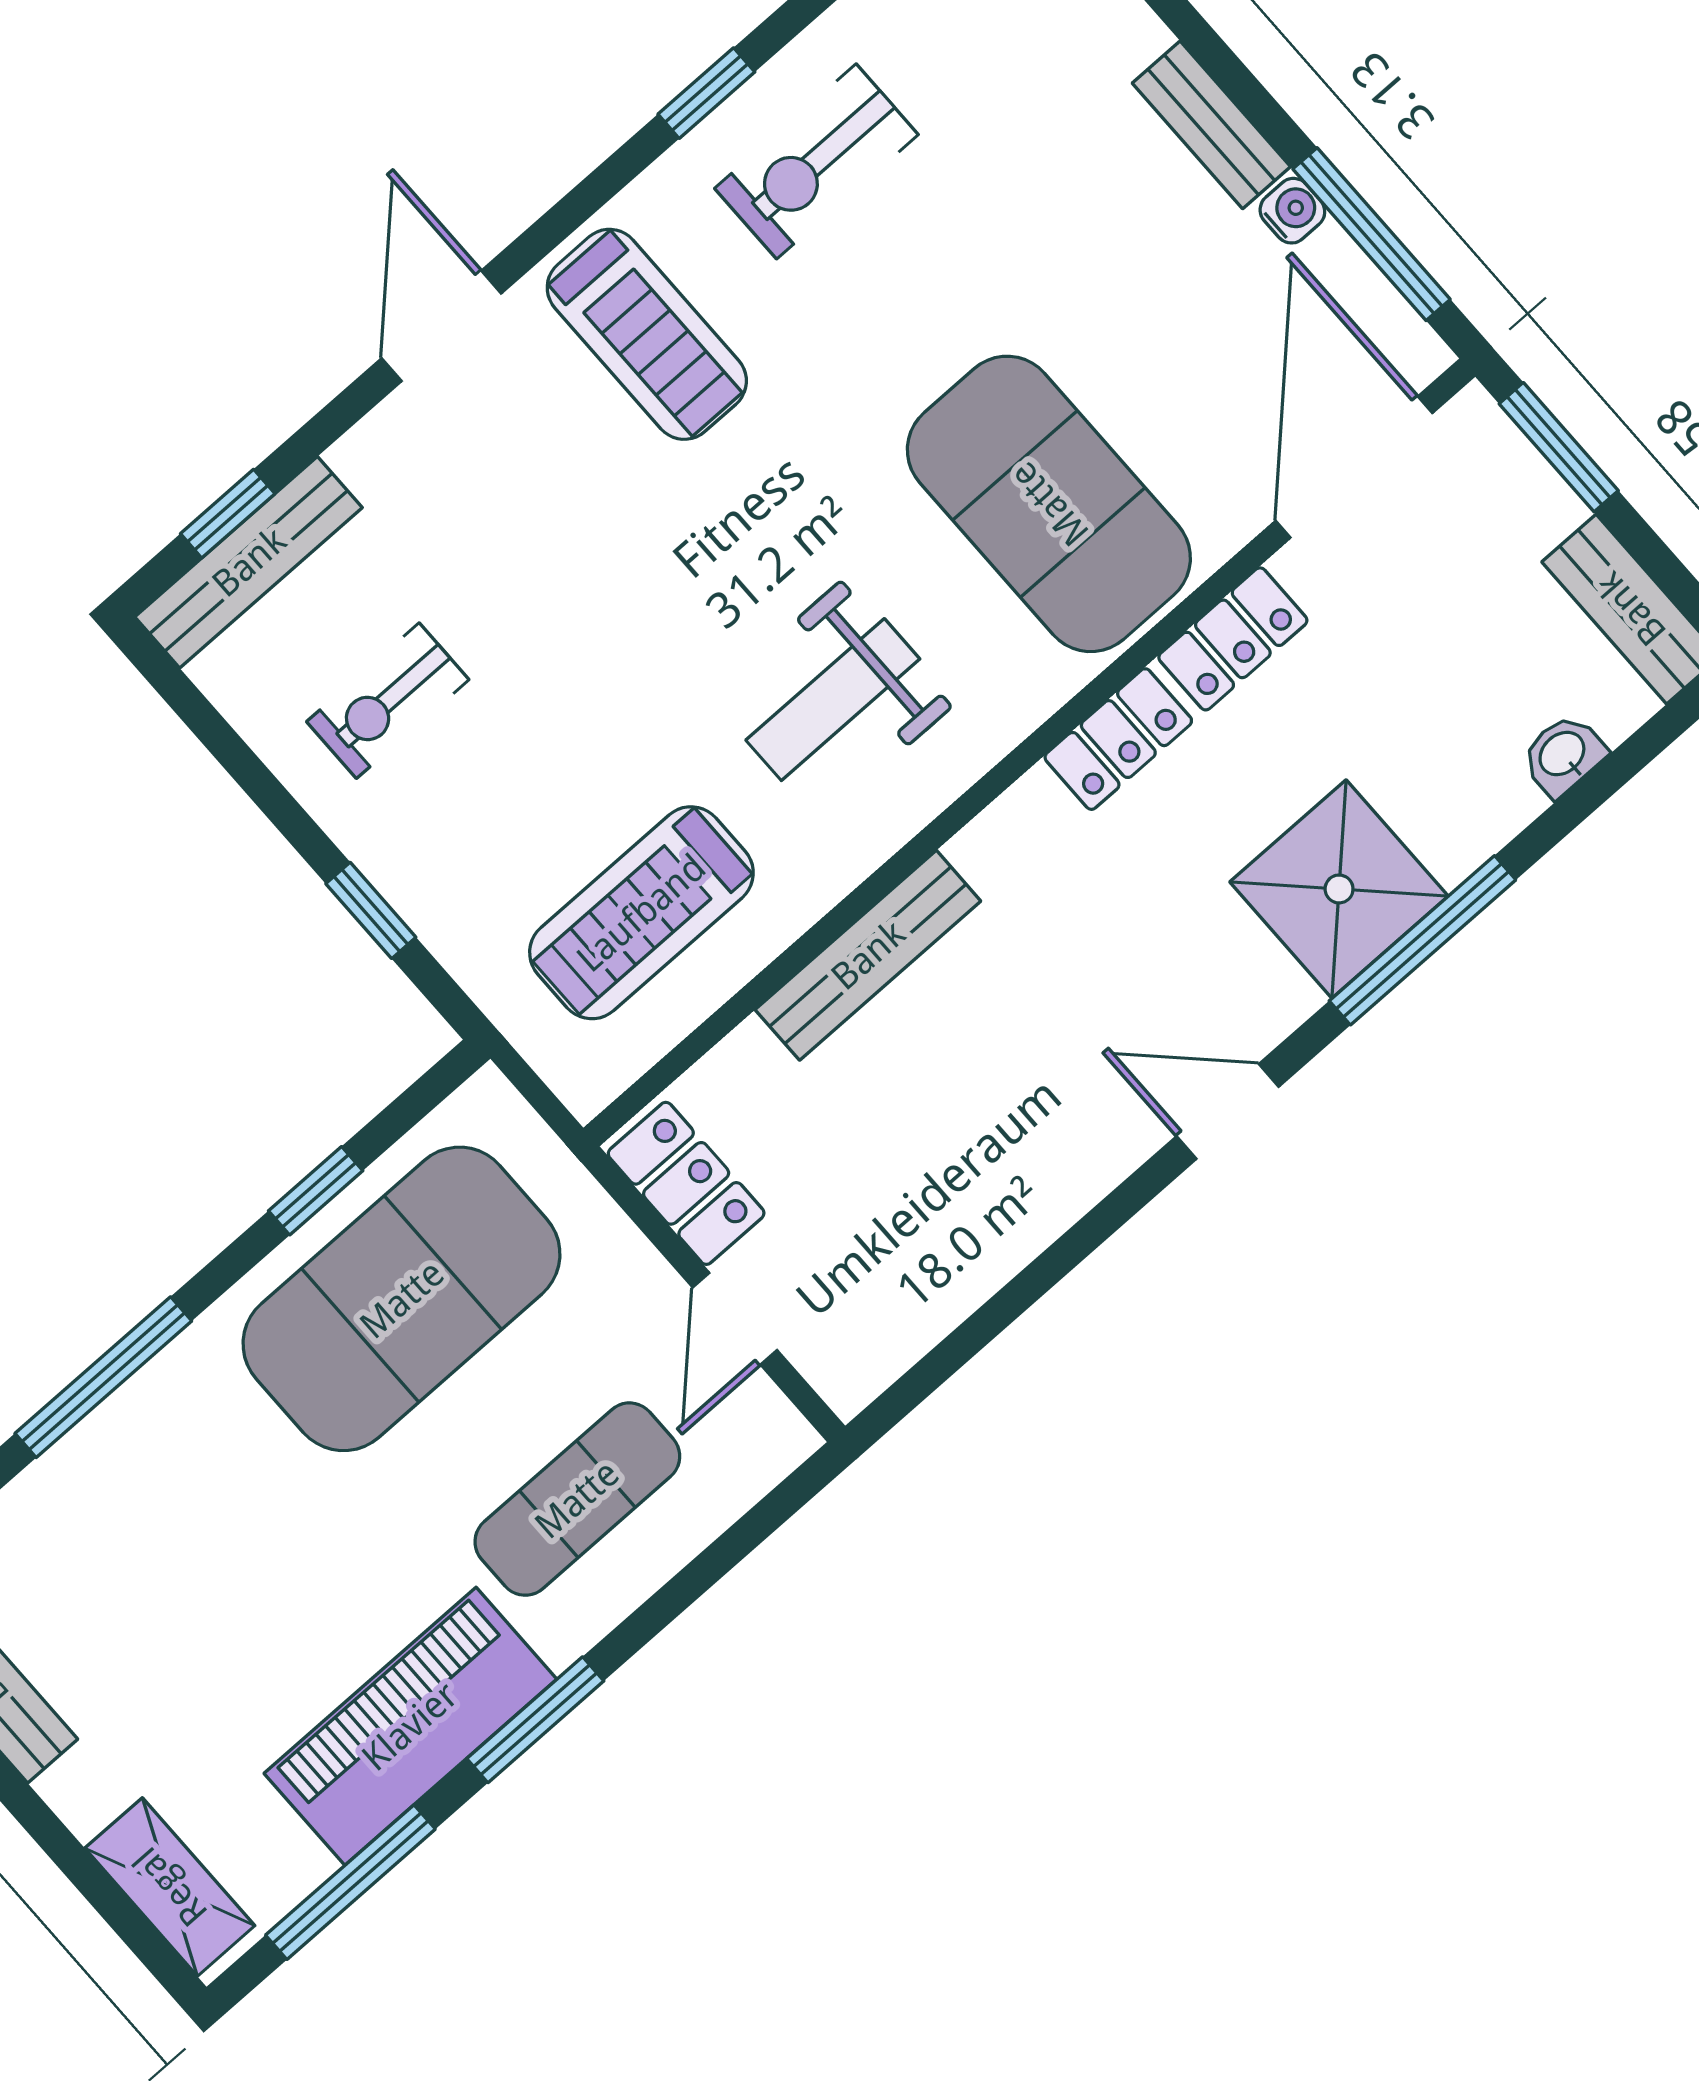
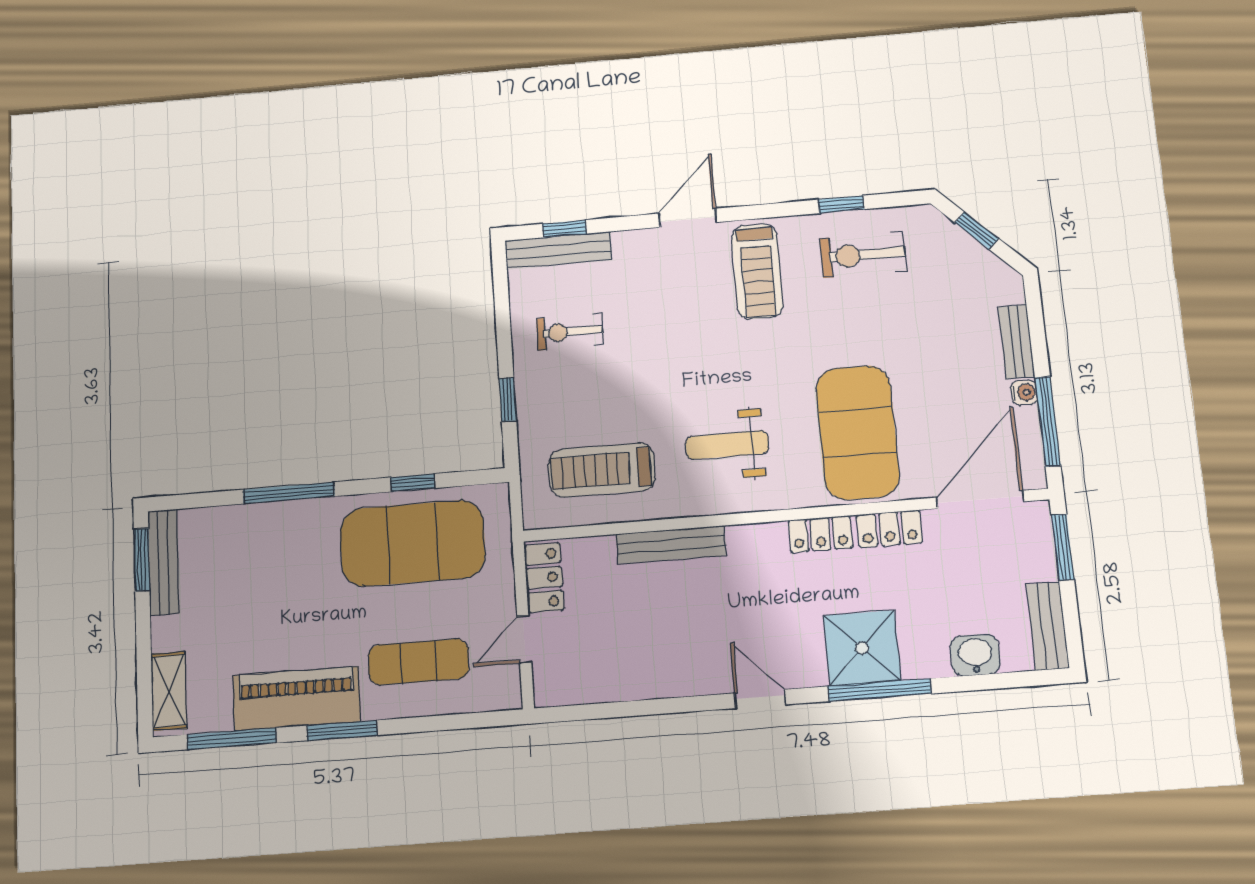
washbasin: (1563, 755) -> (975, 655), width x1.38, depth x1.45

